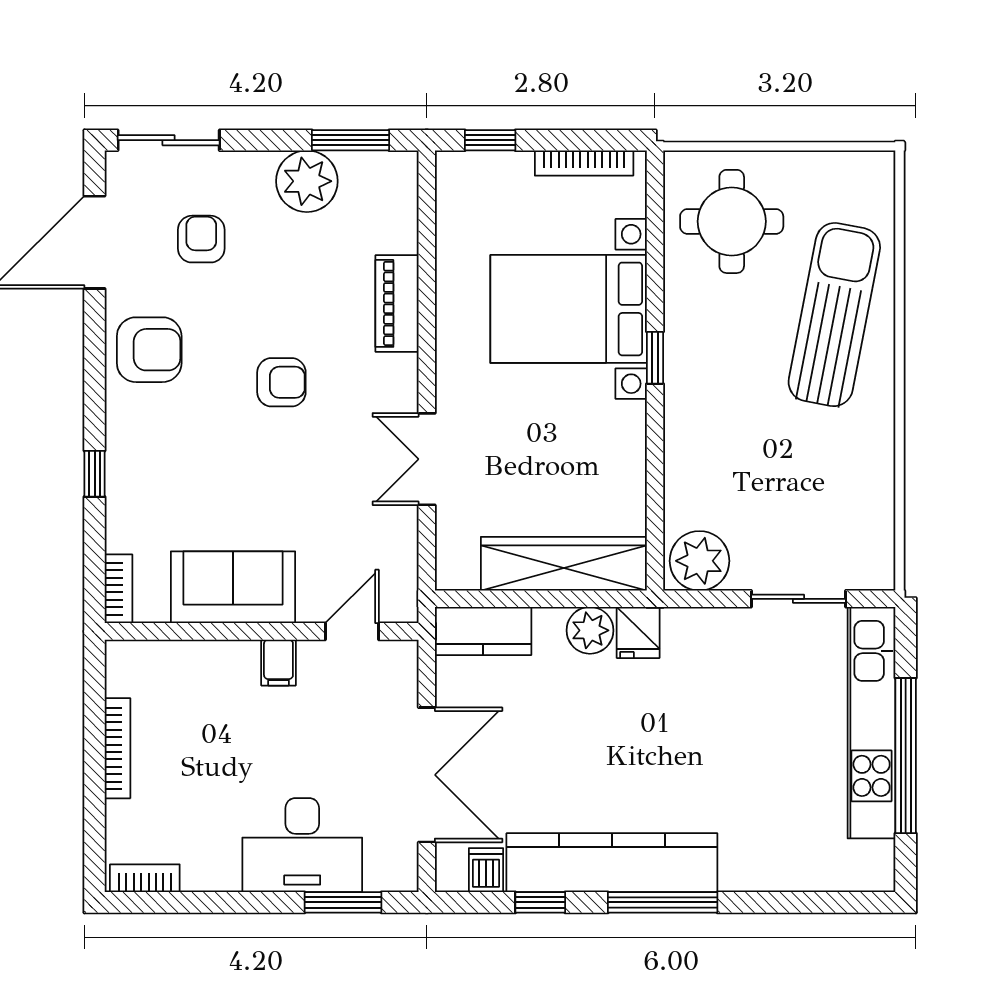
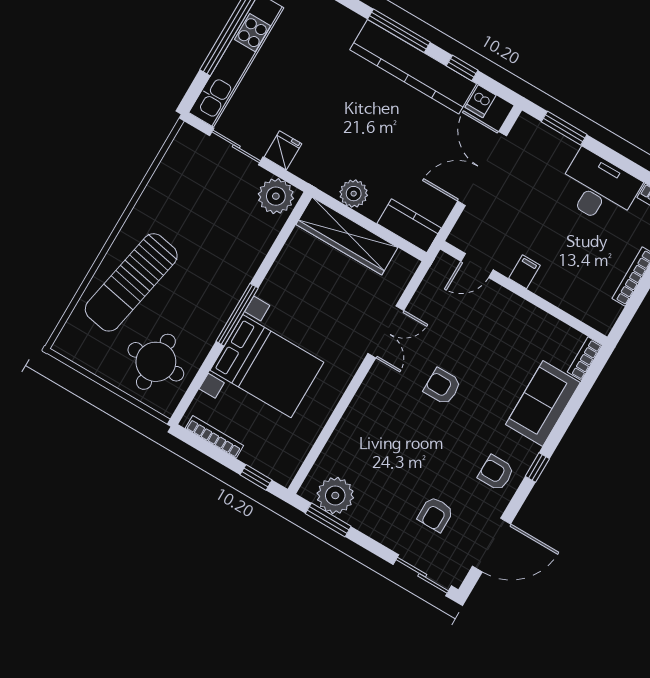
plant: (307, 181) -> (335, 495), moved
piano: (397, 303) -> (354, 421), removed
armchair: (149, 350) -> (496, 473), width x0.72, depth x0.72
window: (655, 358) -> (237, 315), width x2.17
armchair: (281, 382) -> (442, 386), moved
window: (95, 474) -> (537, 467), moved
sofa: (233, 587) -> (543, 403), moved, turned 90
fridge: (638, 633) -> (283, 150), moved
desk: (302, 845) -> (598, 188), moved

